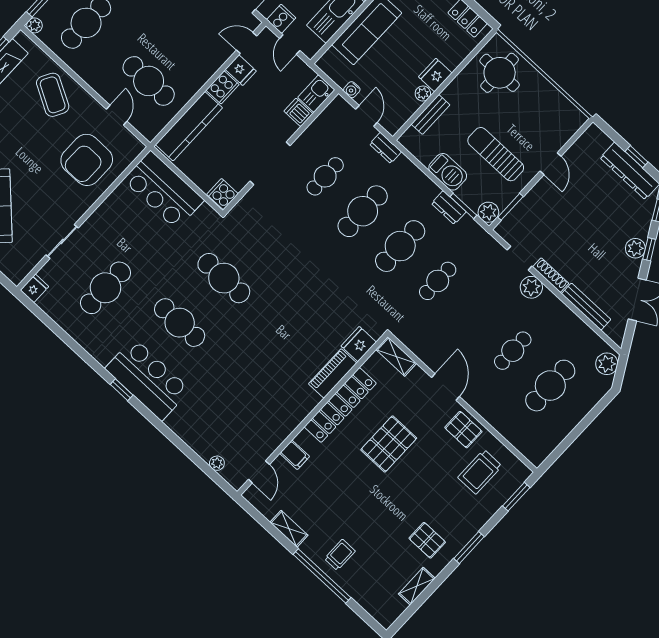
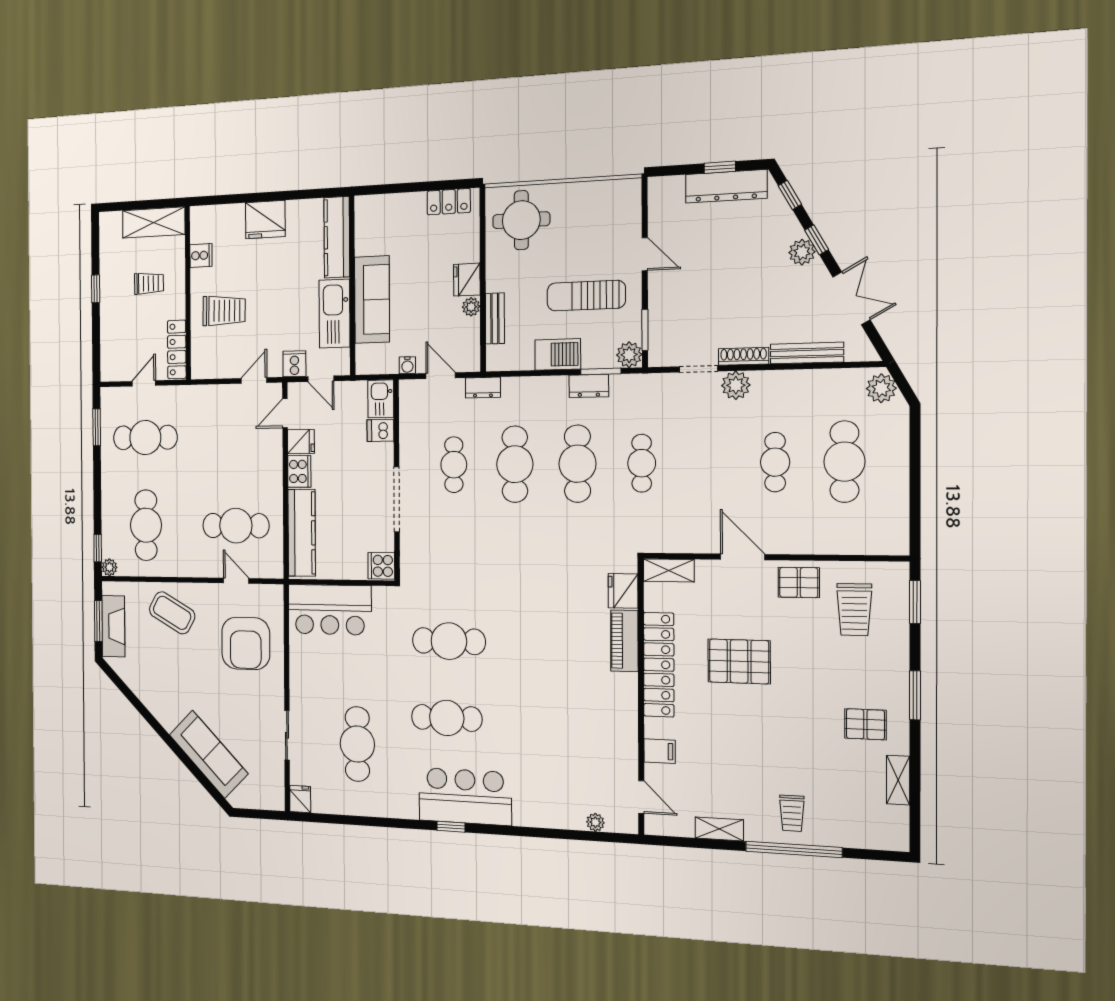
pallet: (389, 444) -> (739, 661), turned 90
trolley: (340, 555) -> (792, 813), turned 180

